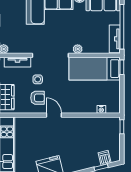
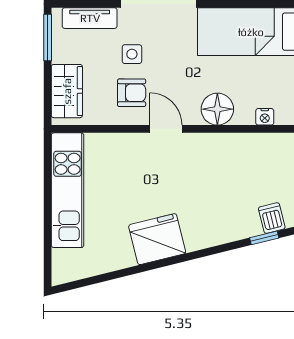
floor lamp: (79, 106) -> (217, 109), added

